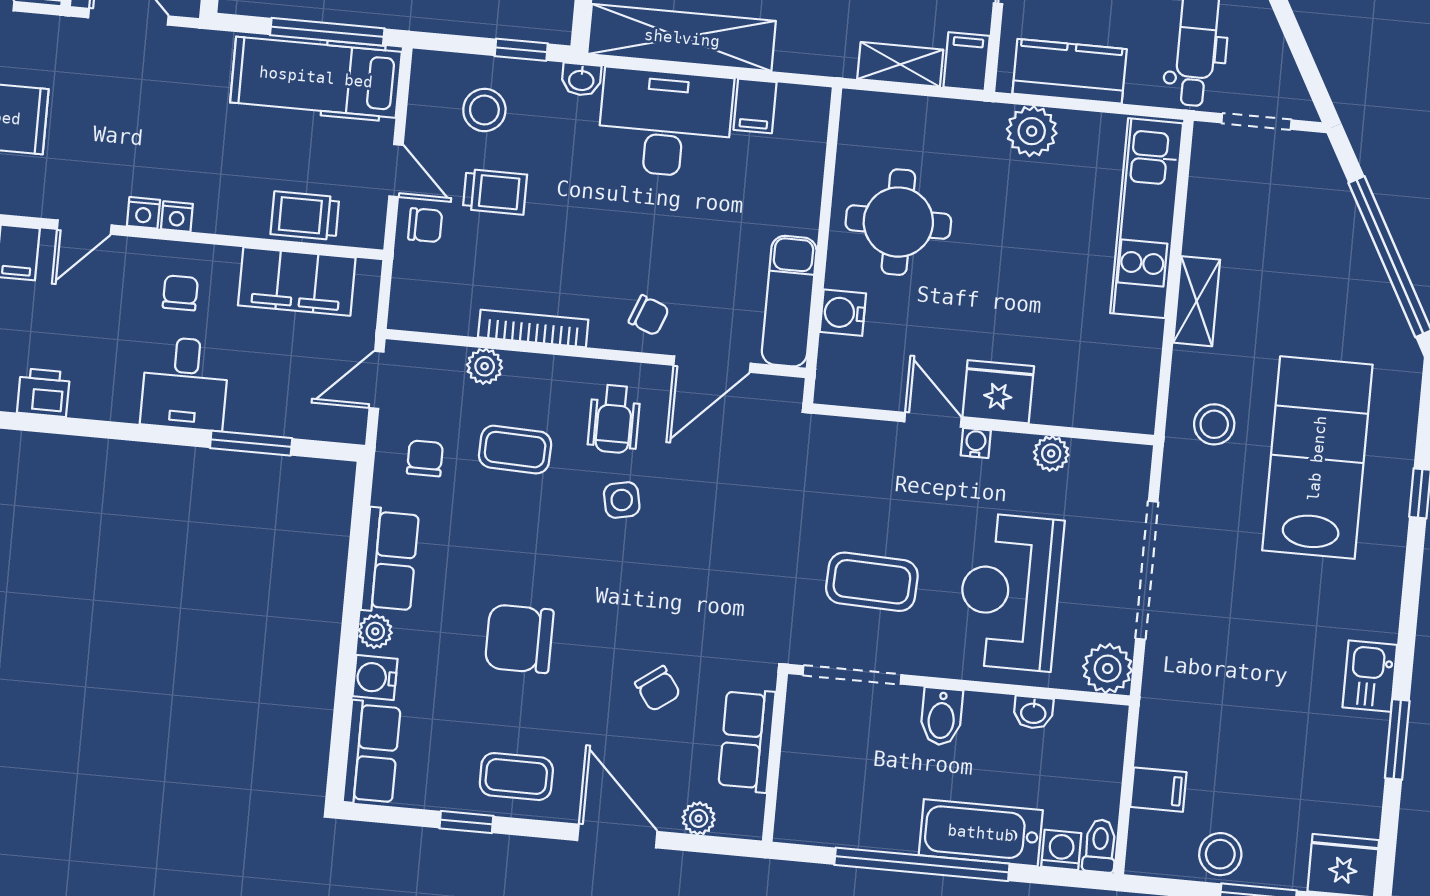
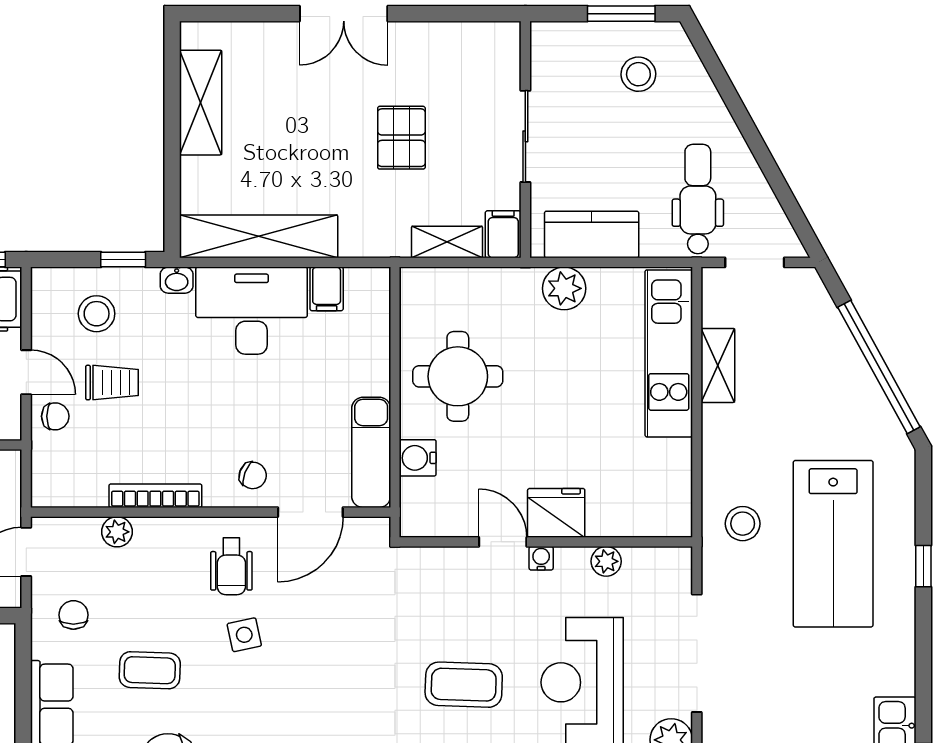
shelving: (1197, 301) -> (718, 365), moved
coffee table: (515, 450) -> (150, 670), moved
lab bench: (1317, 458) -> (833, 544), turned 180

